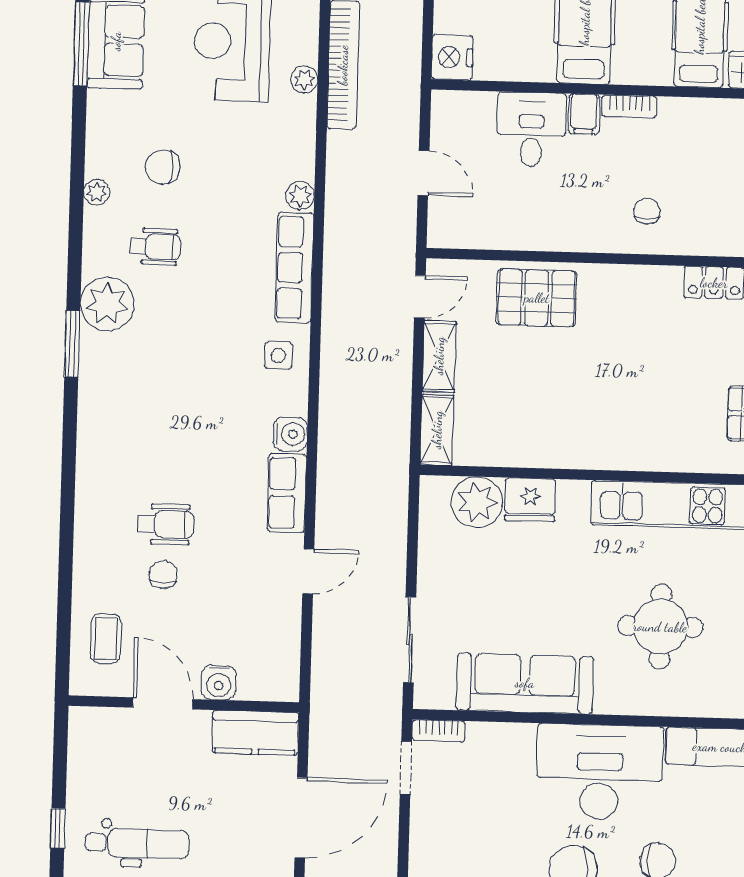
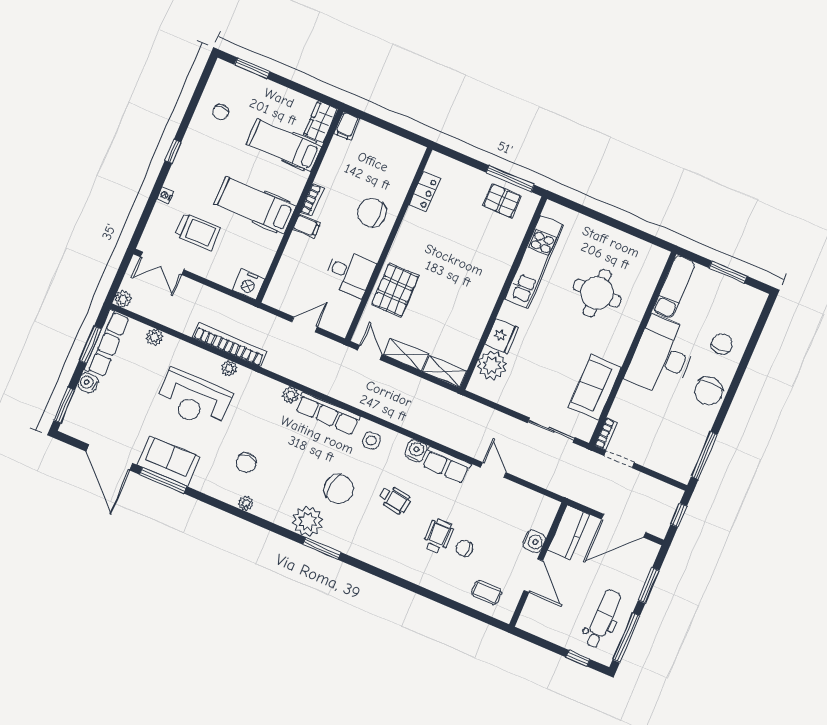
desk: (531, 129) -> (350, 273), moved, turned 180
chair: (647, 211) -> (372, 213), width x1.87, depth x1.87
wheelchair: (155, 247) -> (395, 500), moved, turned 98
chair: (179, 334) -> (339, 489), added
sofa: (525, 683) -> (595, 387), width x0.73
door: (163, 703) -> (533, 576), swing flipped
door: (301, 818) -> (624, 526), swing flipped

